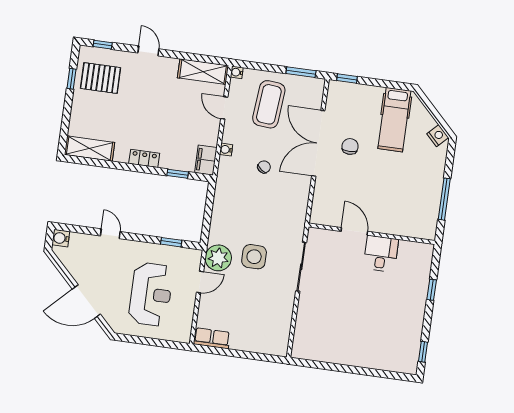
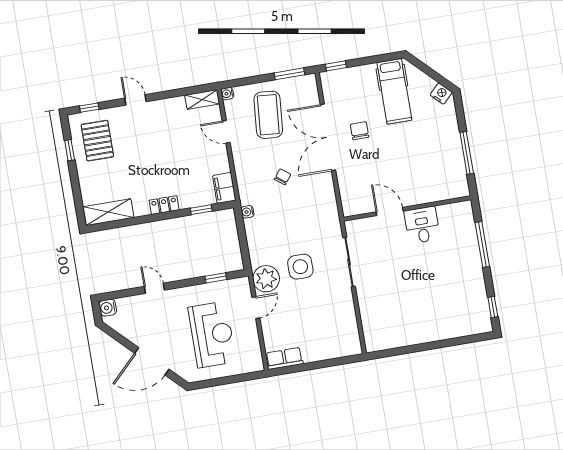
shelving: (203, 72) -> (202, 99), width x0.67, depth x0.75
pallet: (101, 78) -> (97, 141), turned 90
water cooler: (226, 150) -> (247, 212), moved
window: (432, 290) -> (482, 244), width x2.17

